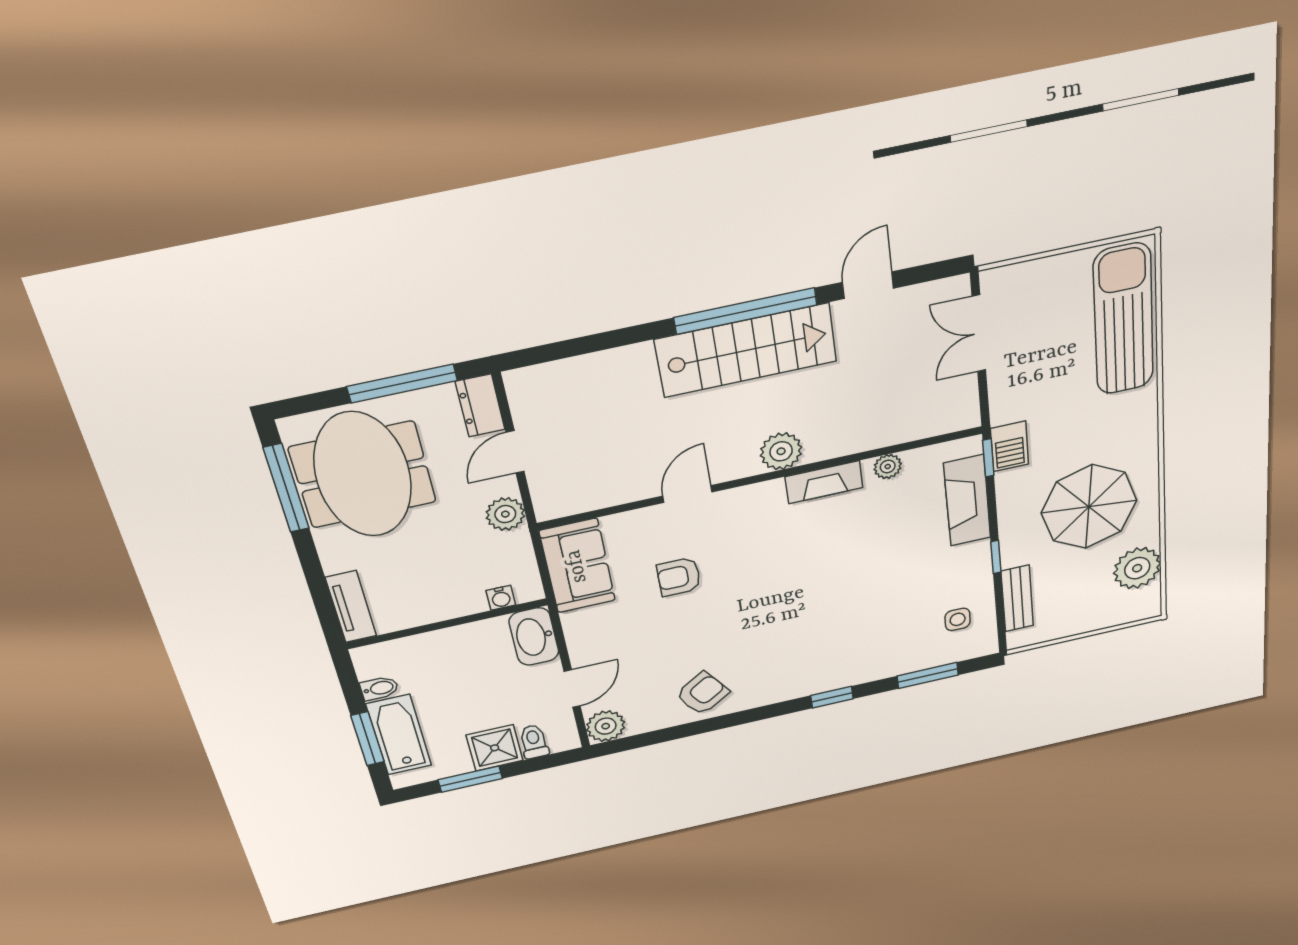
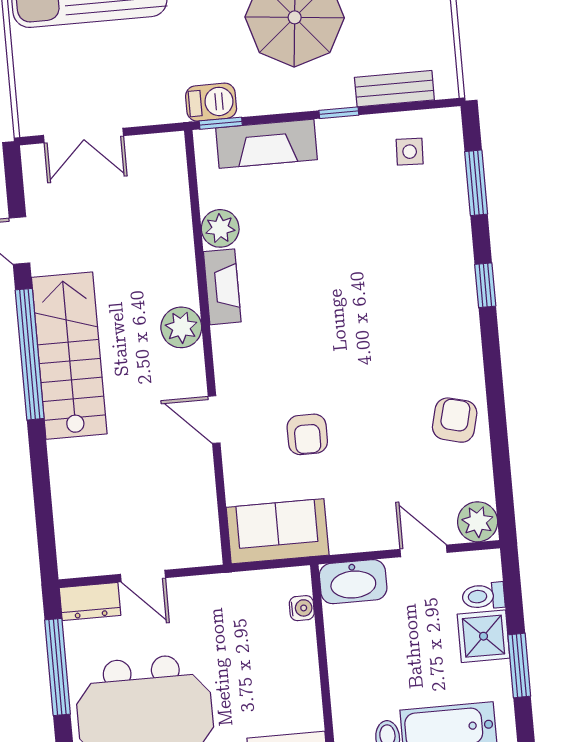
plant: (888, 467) -> (220, 228), width x1.38, depth x1.38
plant: (505, 514) -> (208, 593), removed
armchair: (702, 693) -> (455, 420), turned 48

